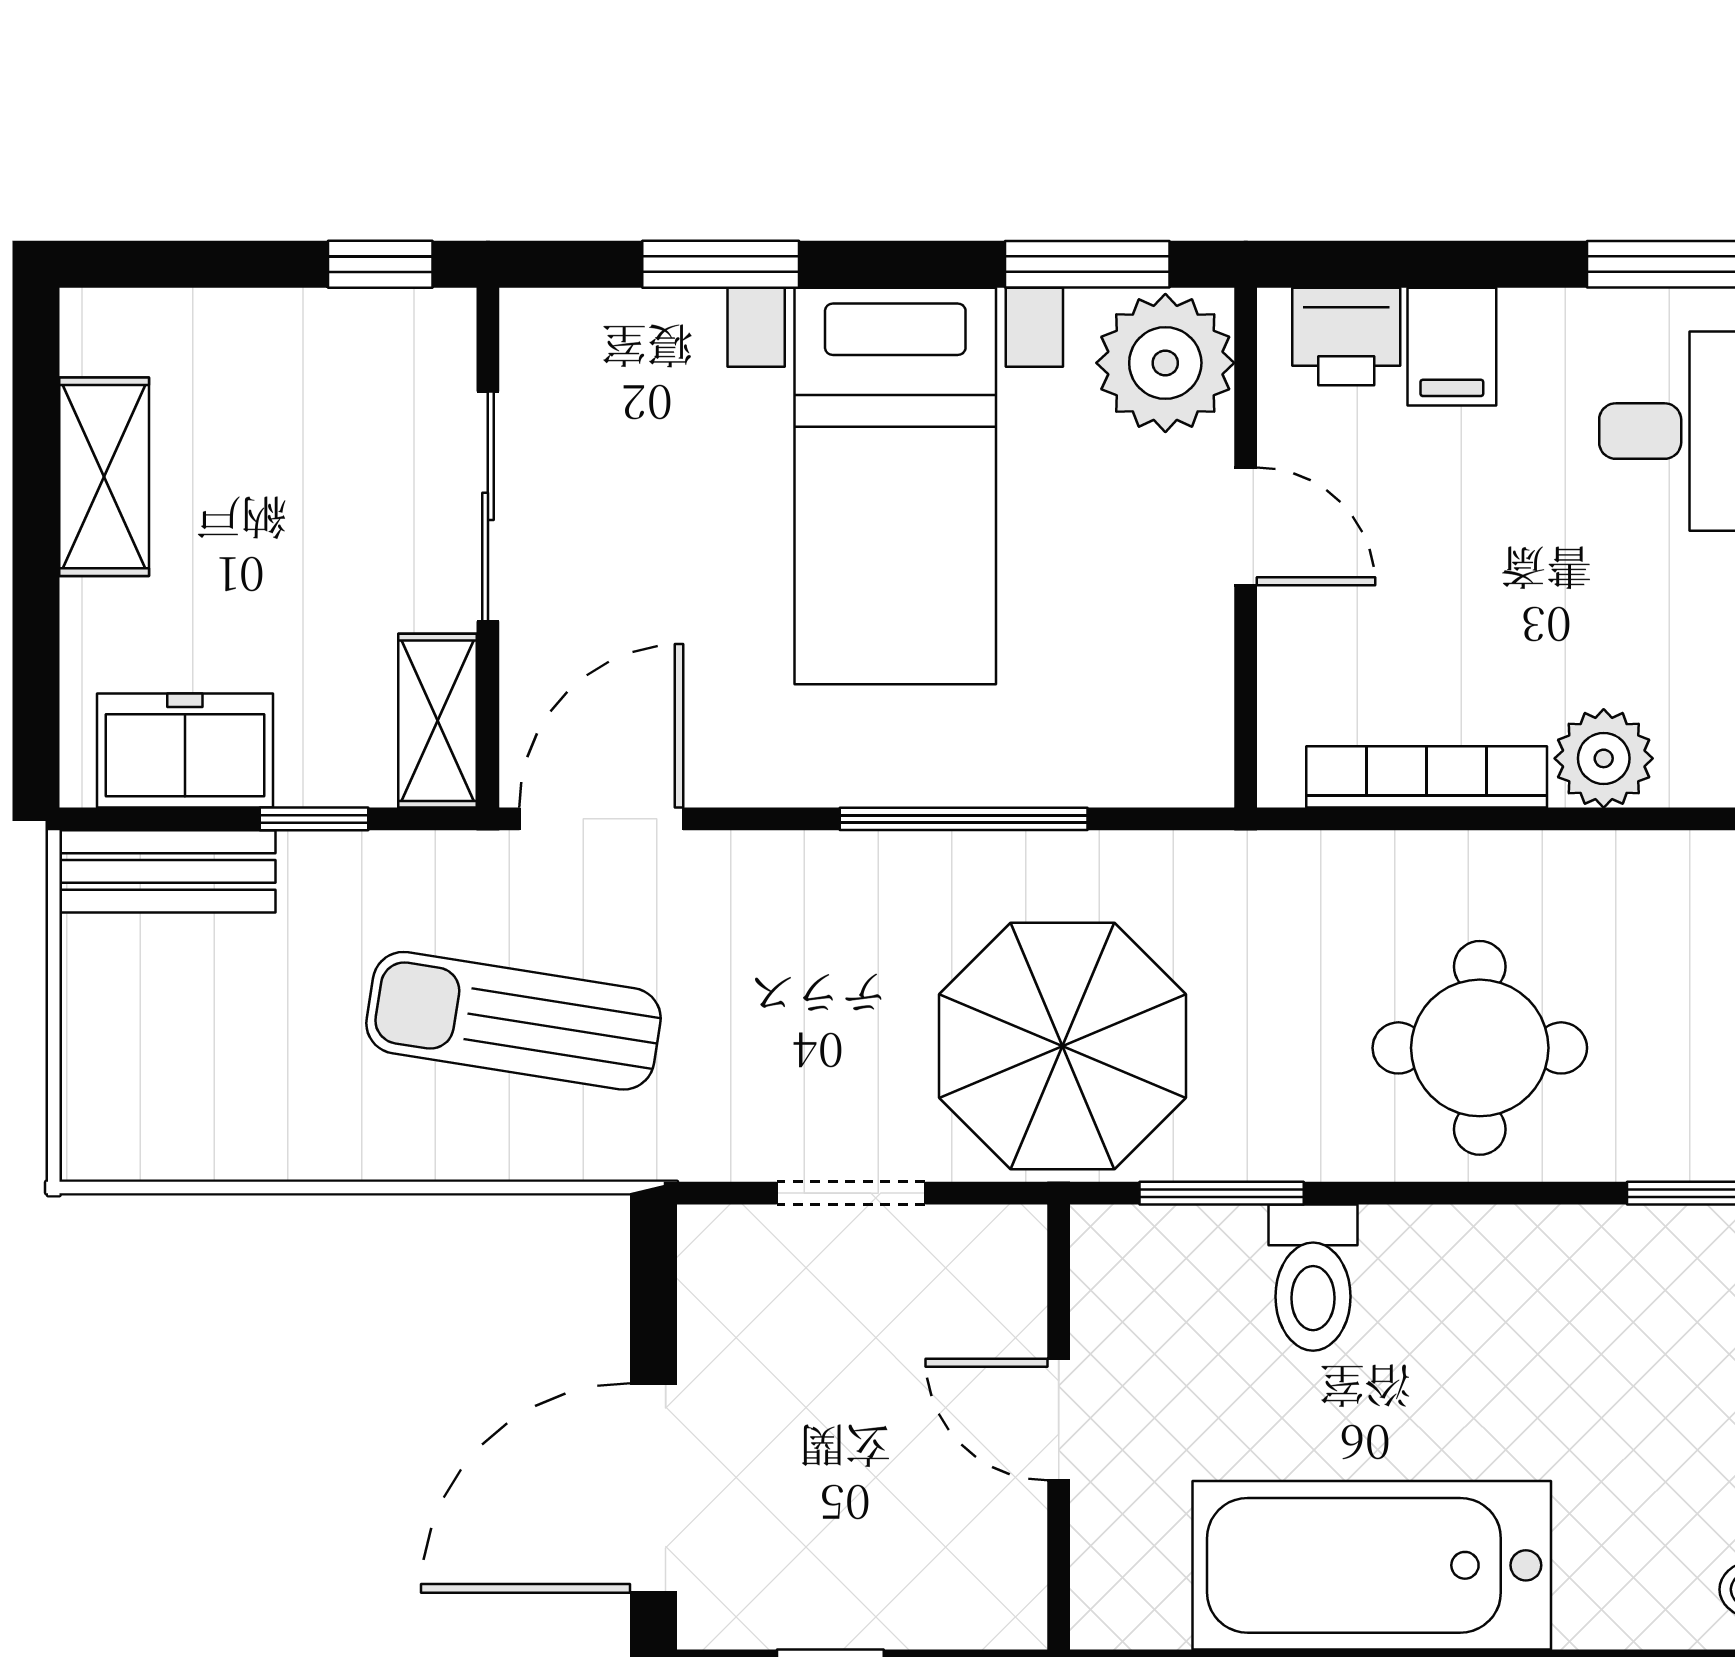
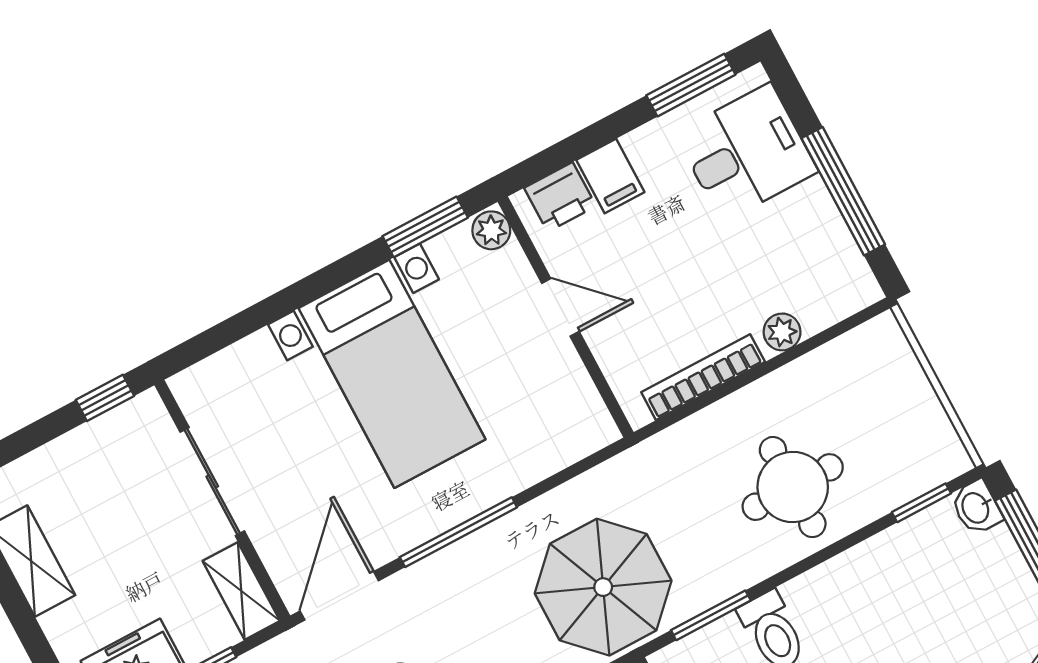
window: (721, 264) -> (259, 316), removed
plant: (1165, 363) -> (491, 230), width x0.53, depth x0.53
plant: (1604, 758) -> (782, 332), width x0.73, depth x0.73
window: (964, 819) -> (458, 532), moved

